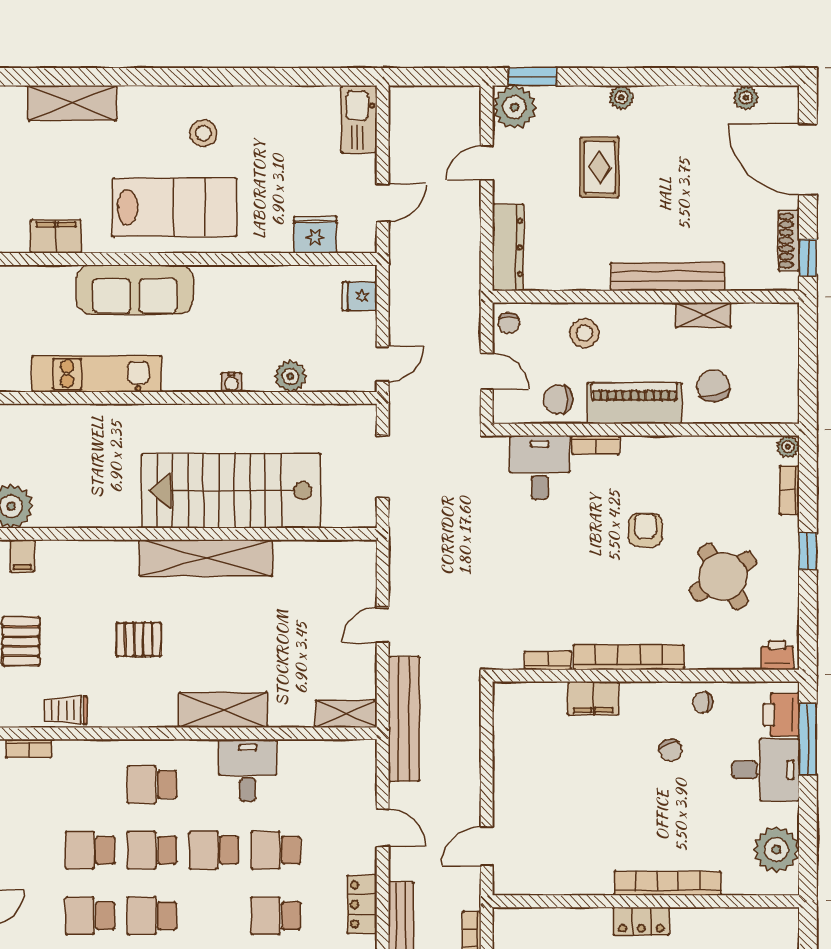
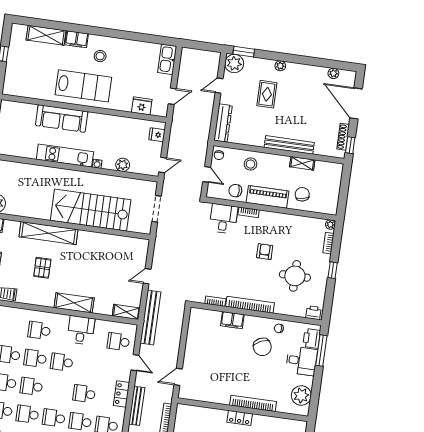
filing cabinet: (56, 236) -> (77, 39), moved, turned 180
kitchen unit: (97, 374) -> (65, 156), moved
shelving: (206, 558) -> (49, 233), moved
round table: (723, 576) -> (295, 276), turned 33
pallet: (139, 639) -> (42, 268), turned 90
chair: (671, 750) -> (262, 347), width x1.87, depth x1.87
school desk: (276, 850) -> (118, 342), moved

